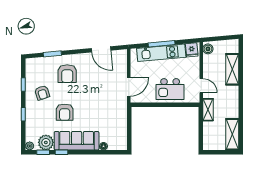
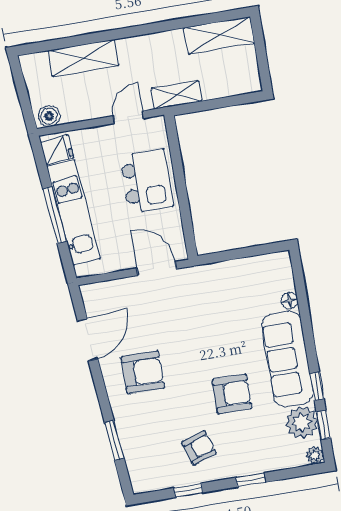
armchair: (67, 74) -> (143, 372), moved

